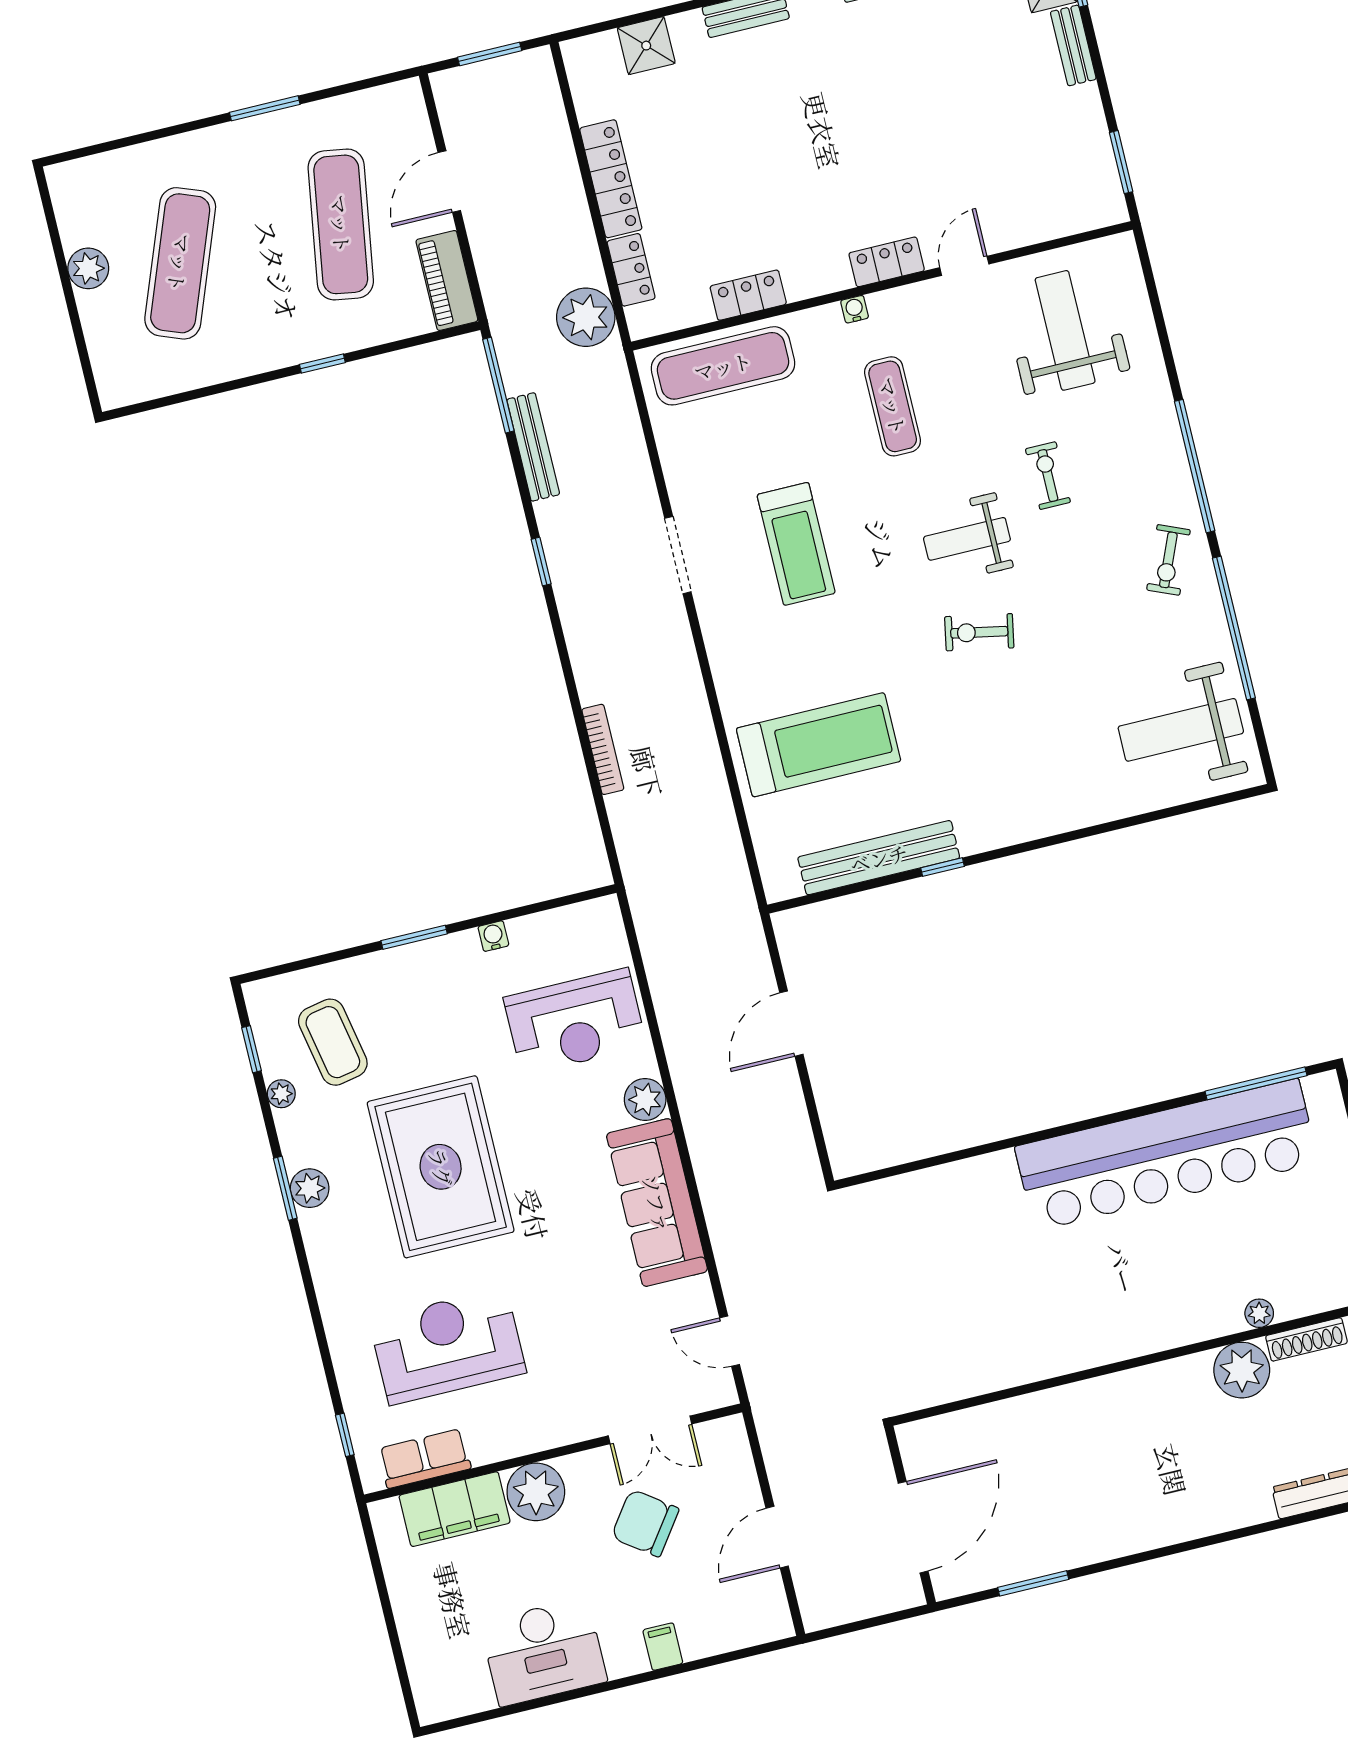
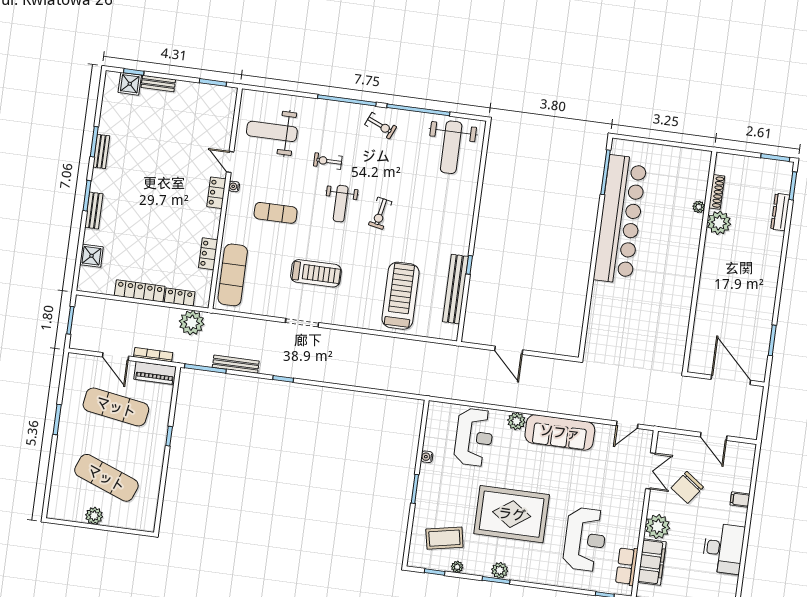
water cooler: (855, 309) -> (234, 186), moved
bookcase: (603, 749) -> (153, 355), moved
reception desk: (448, 1346) -> (585, 539), turned 180

